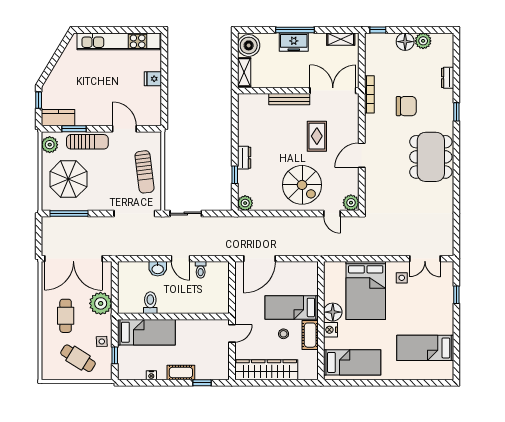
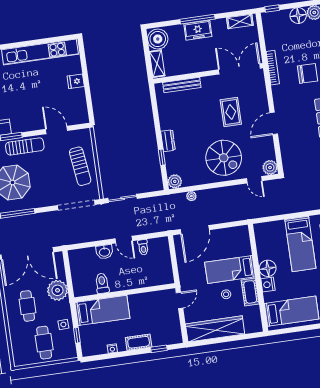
bench: (289, 99) -> (182, 85), moved
plant: (261, 222) -> (191, 196), added
bed: (366, 291) -> (300, 244), width x0.67
cafe table: (78, 358) -> (44, 343), turned 58

